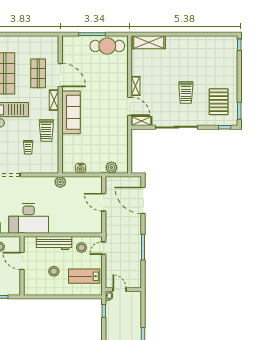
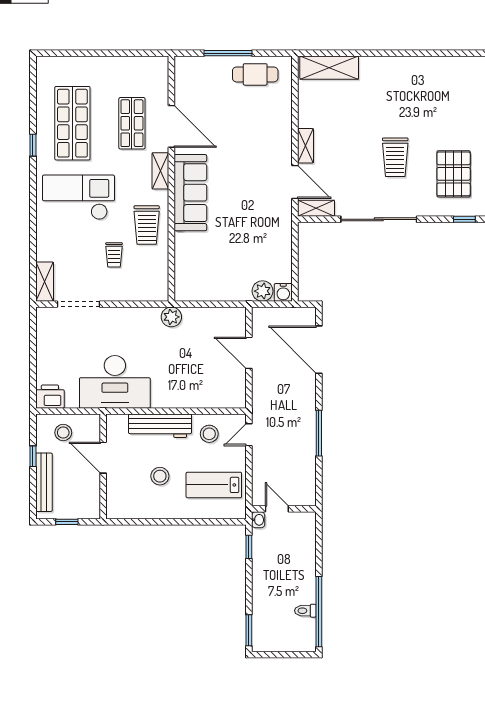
cafe table: (107, 46) -> (255, 74), width x0.73, depth x0.74
water cooler: (81, 168) -> (283, 292), moved

